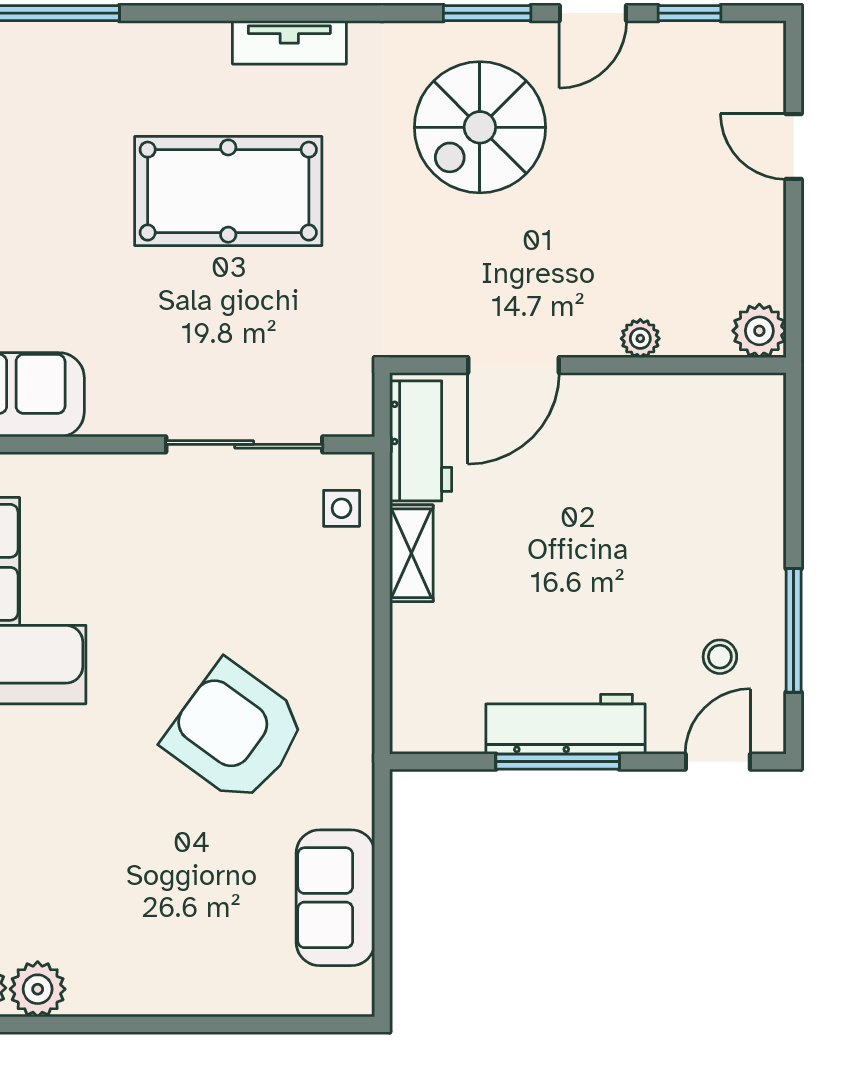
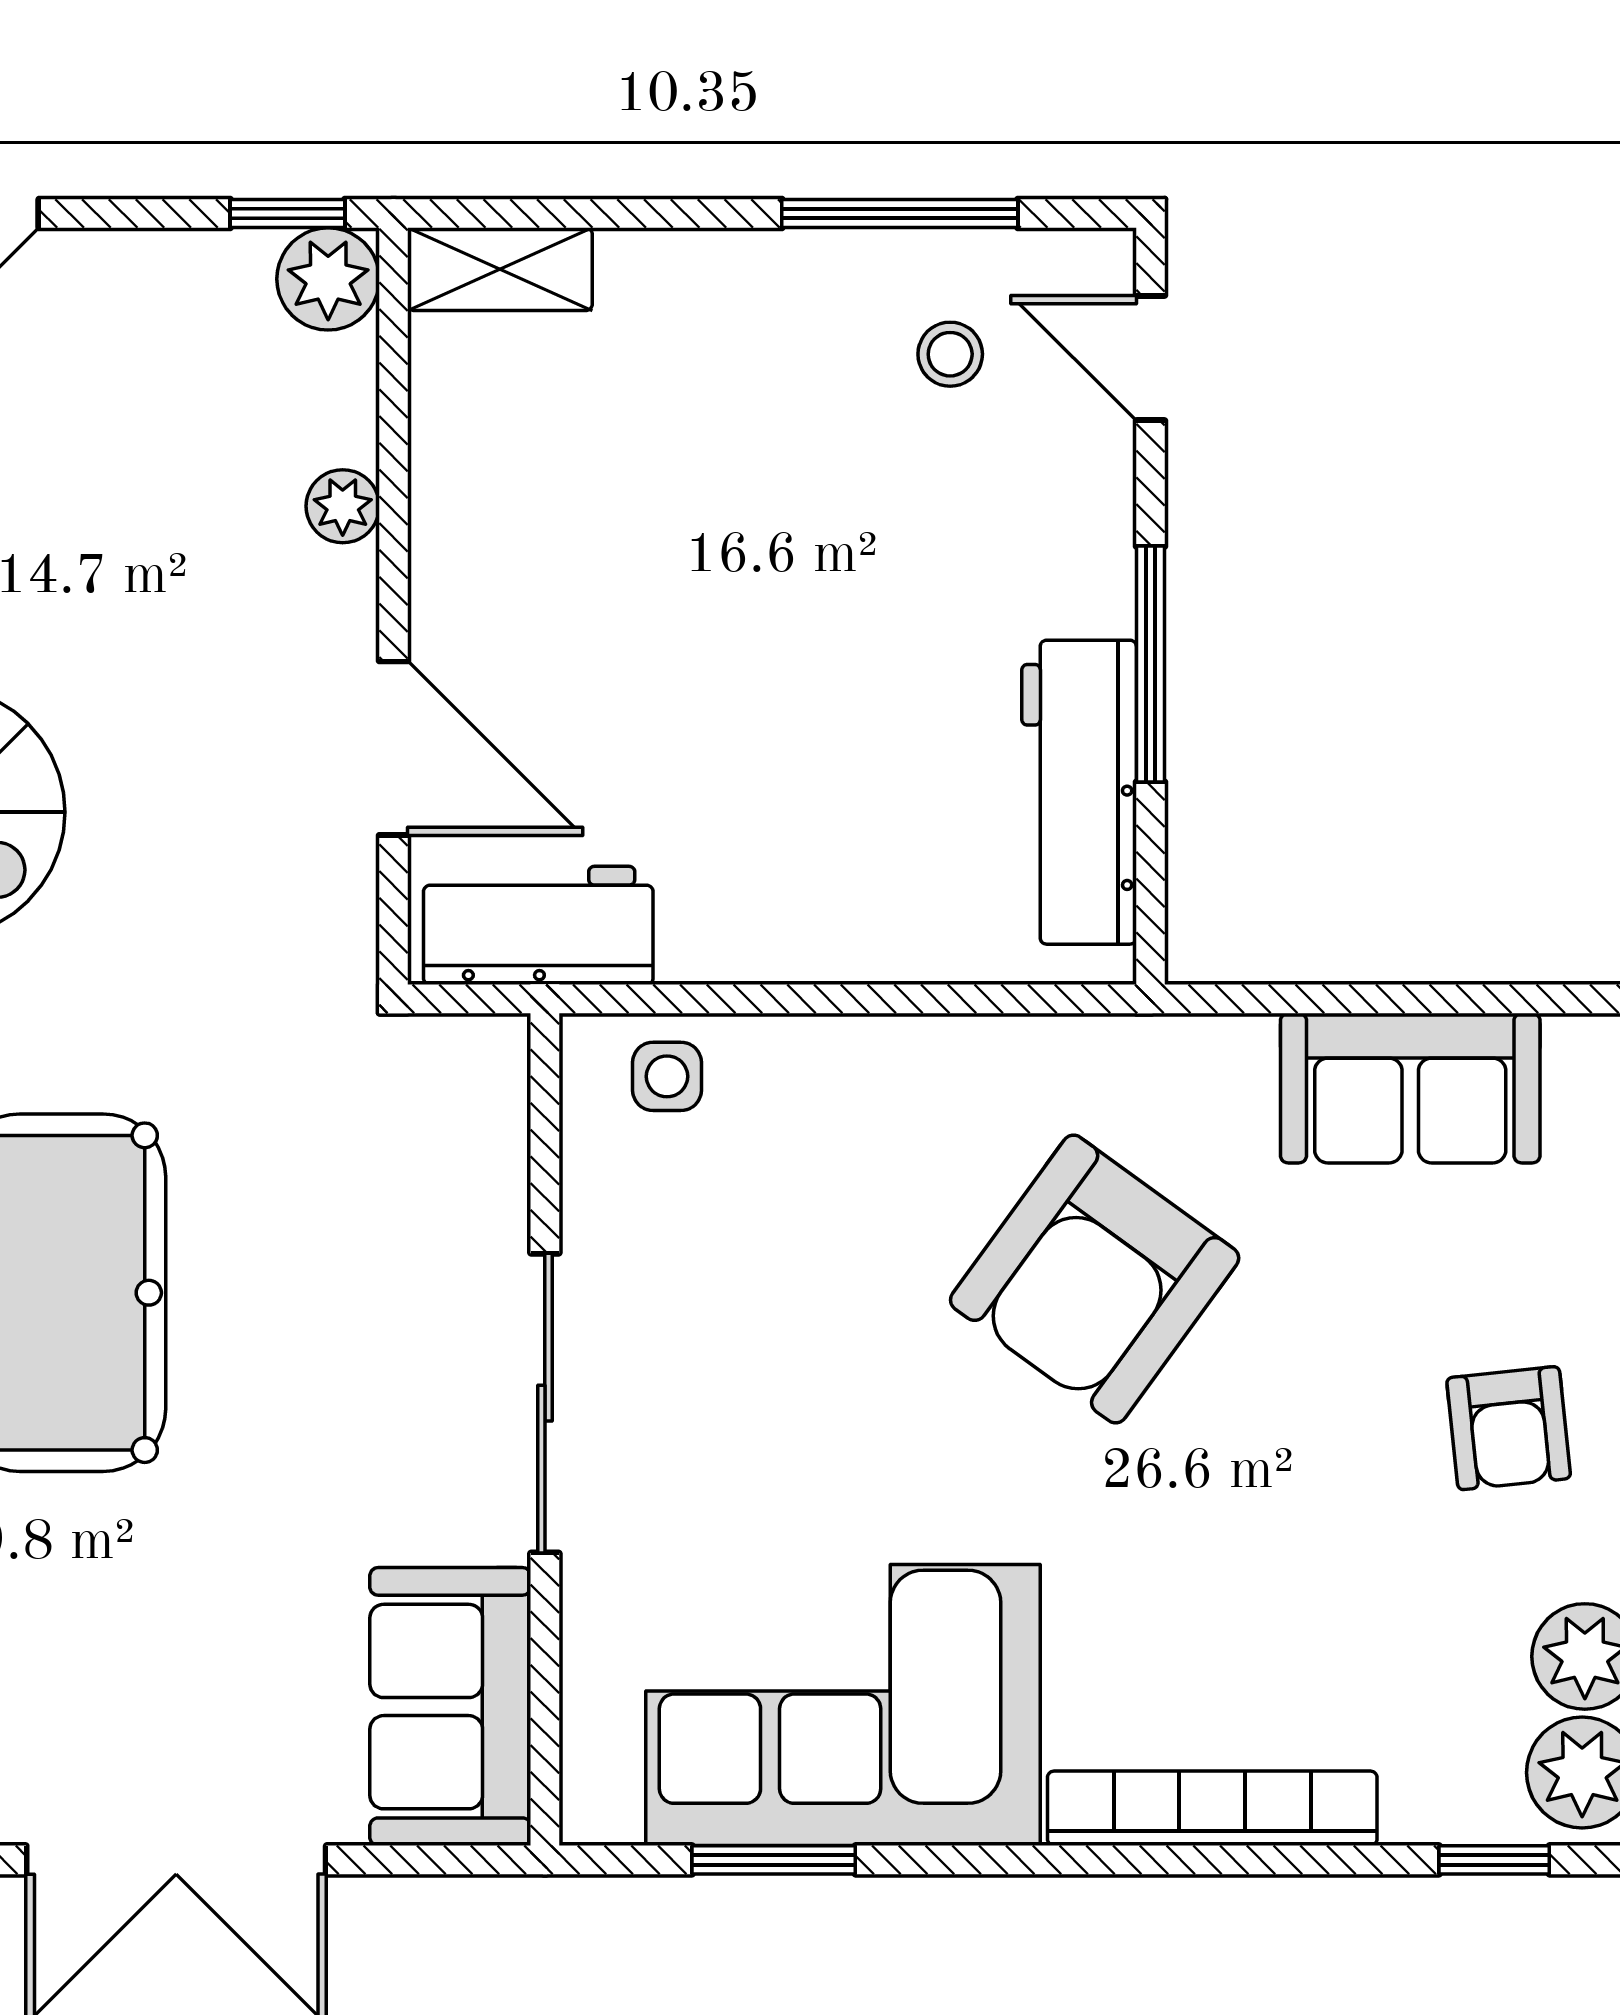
window: (794, 310) -> (287, 214), added
sliding door: (244, 444) -> (545, 1403), moved
shelving: (411, 553) -> (500, 269), moved
workbench: (565, 724) -> (1079, 792), moved
armchair: (157, 949) -> (1509, 1428), added

